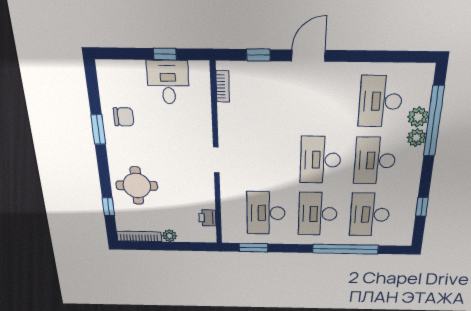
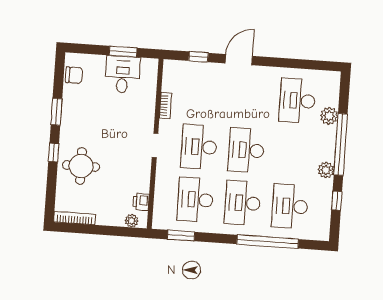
window: (165, 54) -> (123, 52), width x1.50
bookcase: (223, 86) -> (165, 106), moved
chair: (123, 117) -> (74, 75), moved
window: (434, 121) -> (341, 144), moved
plant: (416, 138) -> (326, 170), moved
desk: (375, 161) -> (199, 147), moved
window: (108, 207) -> (54, 153), moved
plant: (170, 236) -> (132, 221), moved

